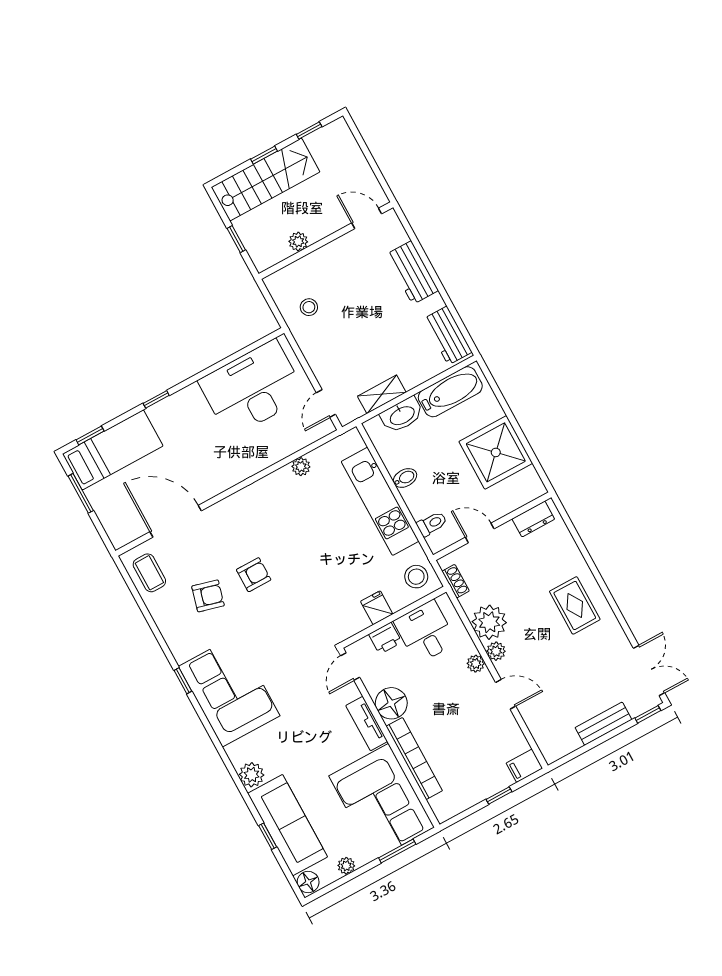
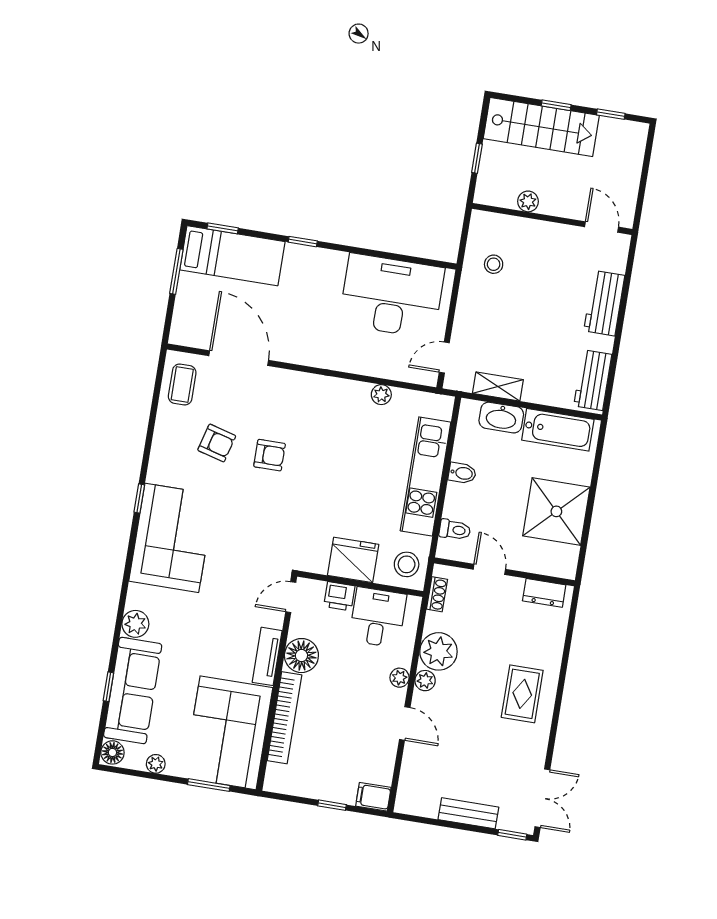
fridge: (377, 608) -> (353, 560), width x1.88, depth x1.34

